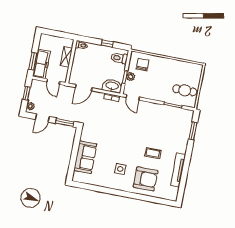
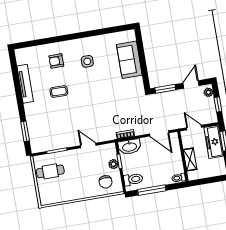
window: (107, 43) -> (152, 190), width x2.17
door: (84, 88) -> (159, 133), swing flipped
door: (133, 97) -> (88, 145), moved
armchair: (145, 179) -> (56, 61), width x0.53, depth x0.53

